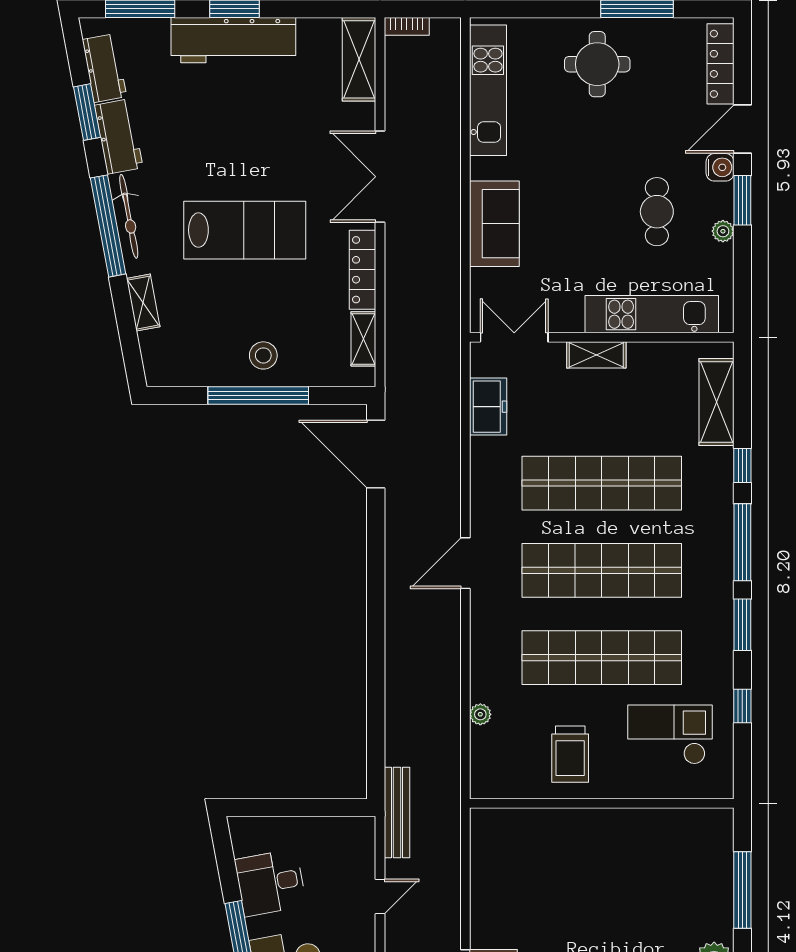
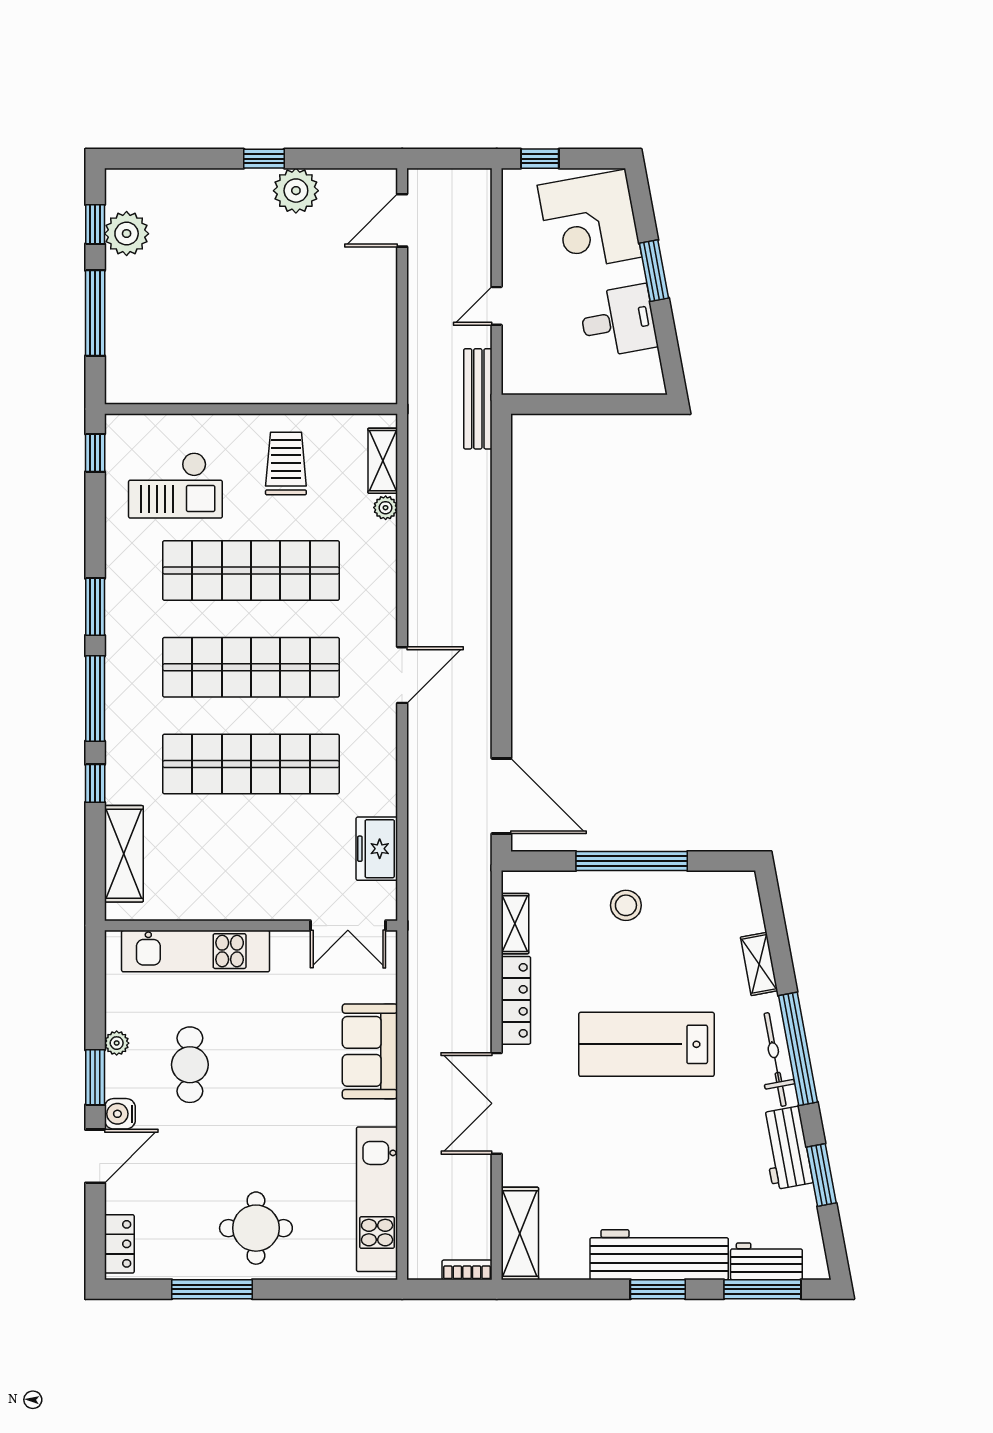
locker: (721, 64) -> (119, 1244), width x0.66
workbench: (104, 68) -> (766, 1261), moved, turned 100
double door: (380, 177) -> (497, 1103), swing flipped
shelving: (596, 355) -> (383, 461), moved, turned 90
window: (742, 706) -> (95, 453), moved

